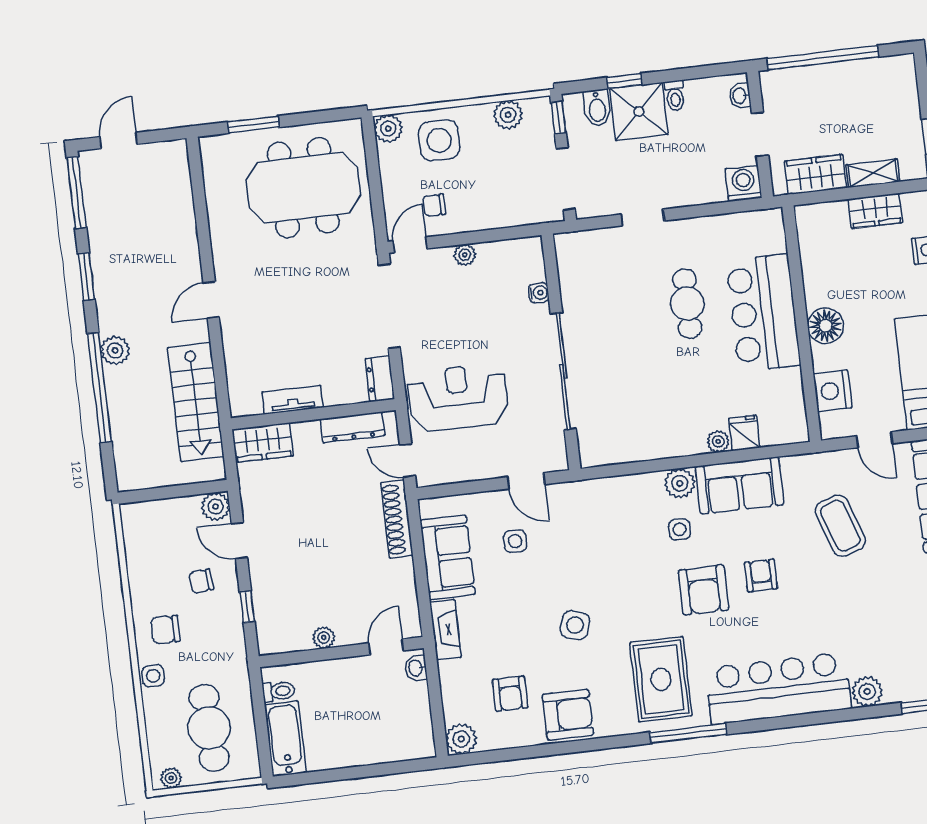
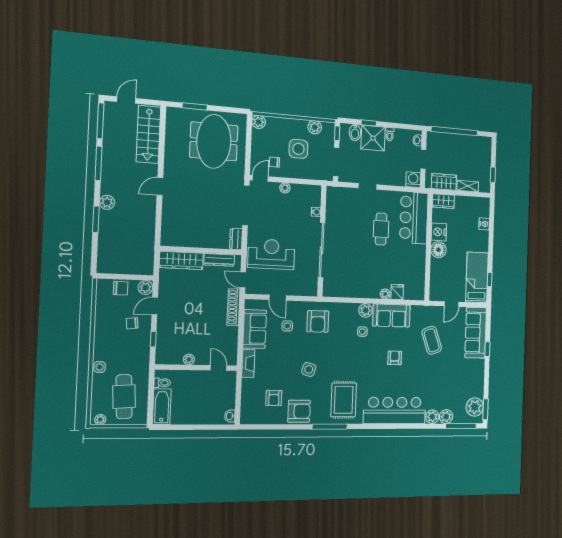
side table: (439, 140) -> (298, 149), moved
meeting table: (303, 188) -> (214, 141), turned 90
wardrobe: (875, 211) -> (443, 201), moved
window: (86, 277) -> (98, 163), width x1.44
bar counter: (763, 313) -> (414, 218), moved
window: (99, 388) -> (96, 219), width x0.47
nightstand: (832, 391) -> (439, 232), moved
tv unit: (293, 400) -> (192, 242), removed
stairs: (196, 402) -> (148, 134), moved
door: (874, 440) -> (452, 304), hinge flipped
wardrobe: (263, 443) -> (181, 260), width x1.50
door: (526, 481) -> (278, 298), moved
door: (239, 541) -> (155, 306), hinge flipped
armchair: (704, 590) -> (318, 321), moved
chair: (165, 630) -> (121, 288), moved, turned 180
door: (386, 647) -> (218, 368), hinge flipped
washbasin: (416, 668) -> (230, 416), moved
window: (688, 733) -> (330, 427), moved
plant: (461, 739) -> (446, 417), moved

